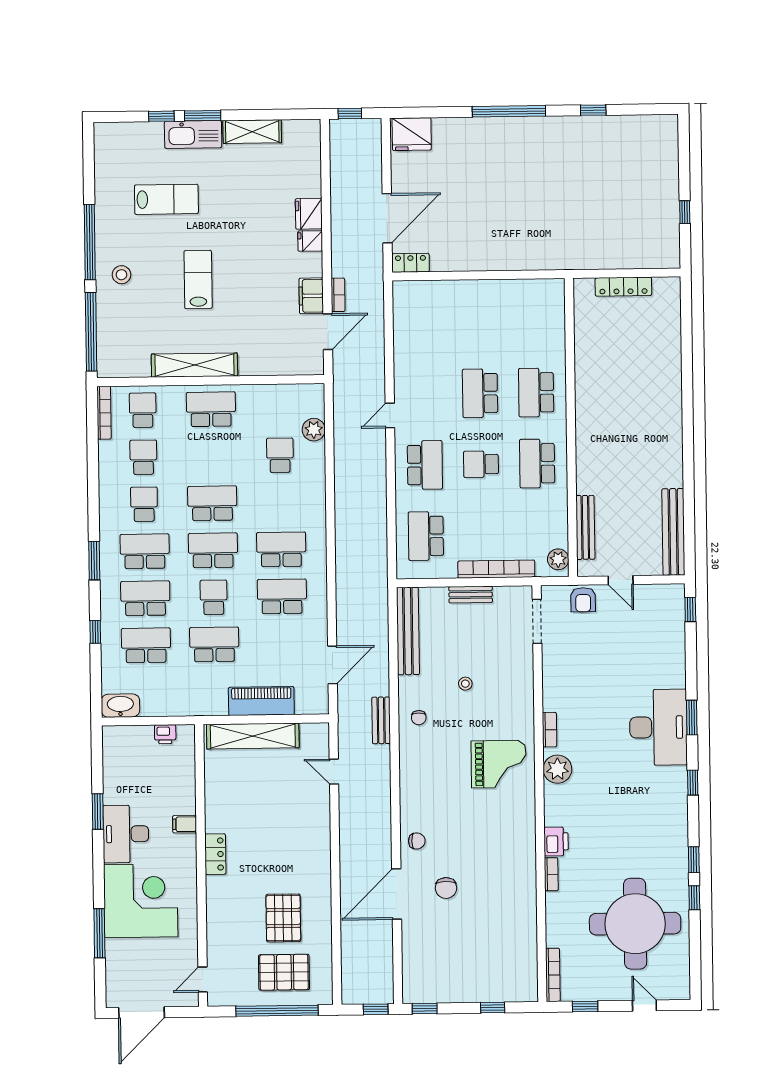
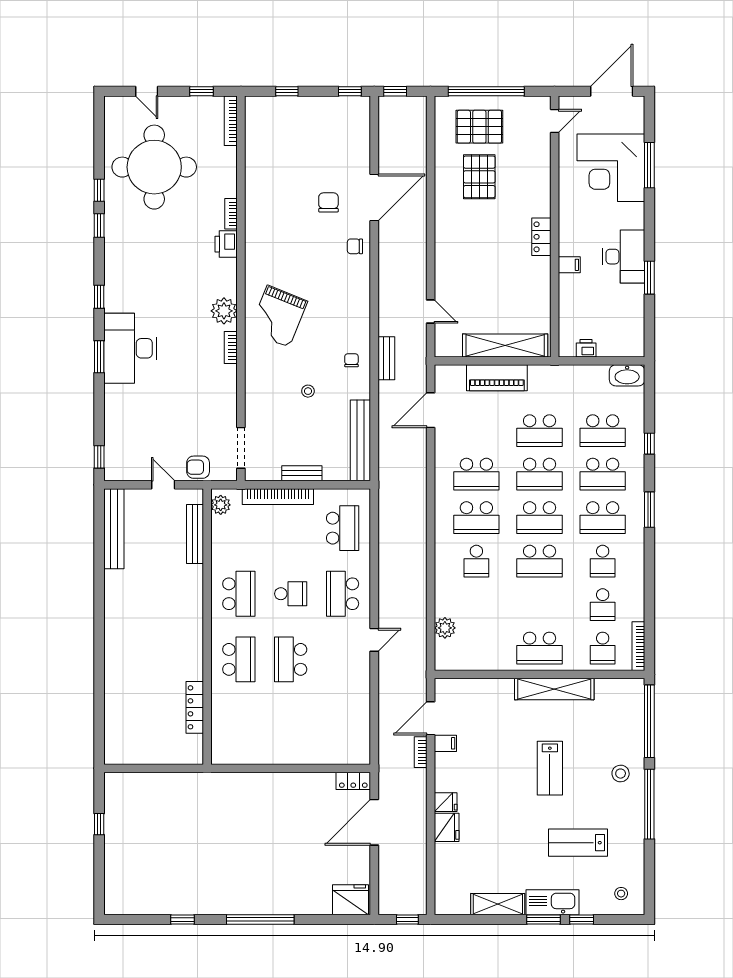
stool: (119, 145) -> (621, 894), added
locker: (623, 287) -> (195, 707), moved, turned -90
filing cabinet: (311, 296) -> (445, 743), width x0.50
school desk: (480, 393) -> (291, 659), turned 180
school desk: (280, 455) -> (476, 561), moved
school desk: (214, 597) -> (540, 474), width x1.85
armchair: (583, 600) -> (198, 467), turned -90
grand piano: (499, 764) -> (278, 316), turned -68
corner desk: (141, 901) -> (611, 168), moved

